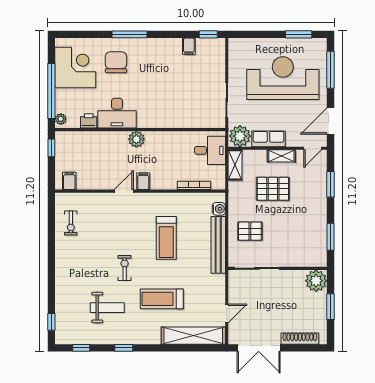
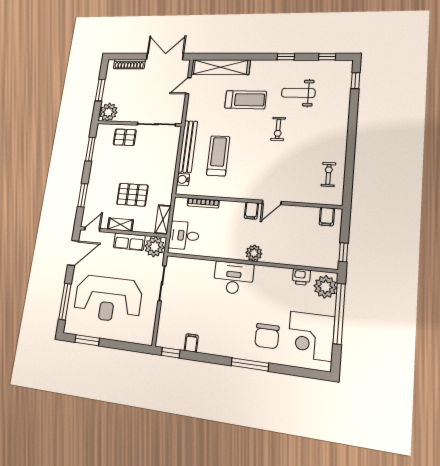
desk: (117, 113) -> (233, 278), moved
plant: (61, 119) -> (325, 287), width x1.88, depth x1.88
pallet: (250, 231) -> (125, 137), moved
treadmill: (166, 238) -> (218, 156), moved

